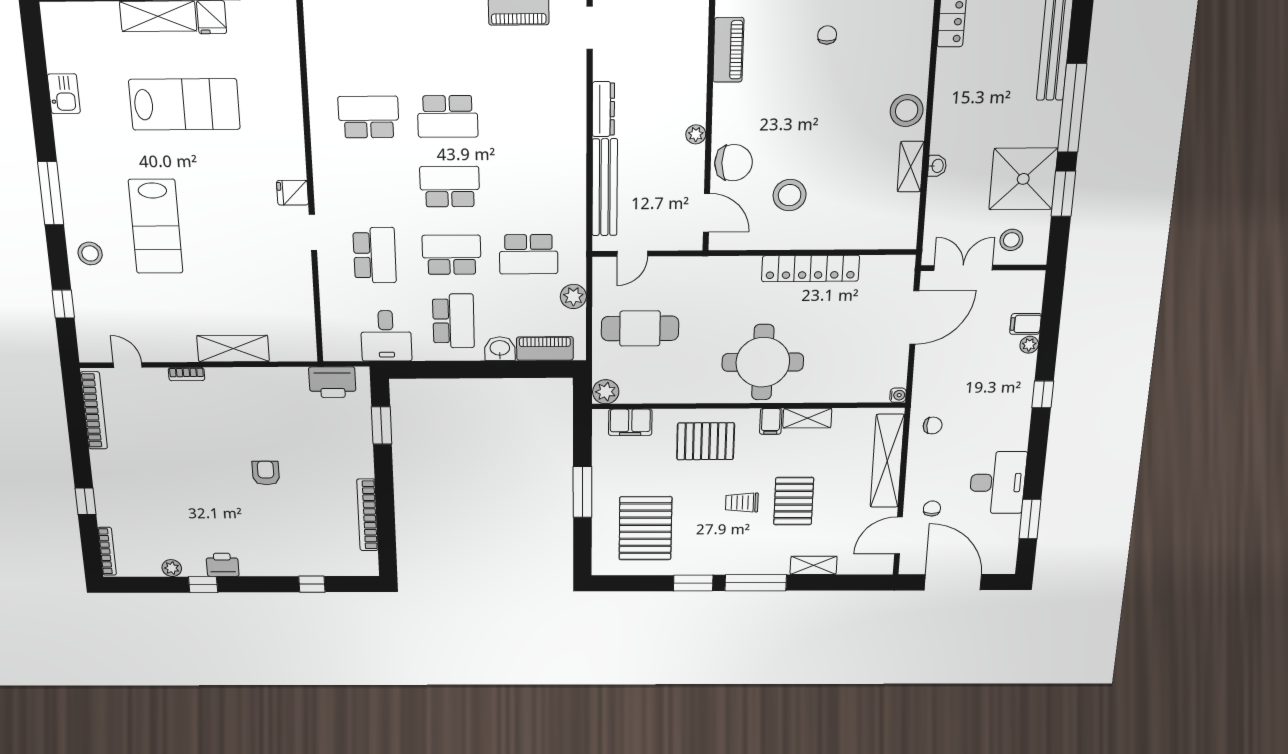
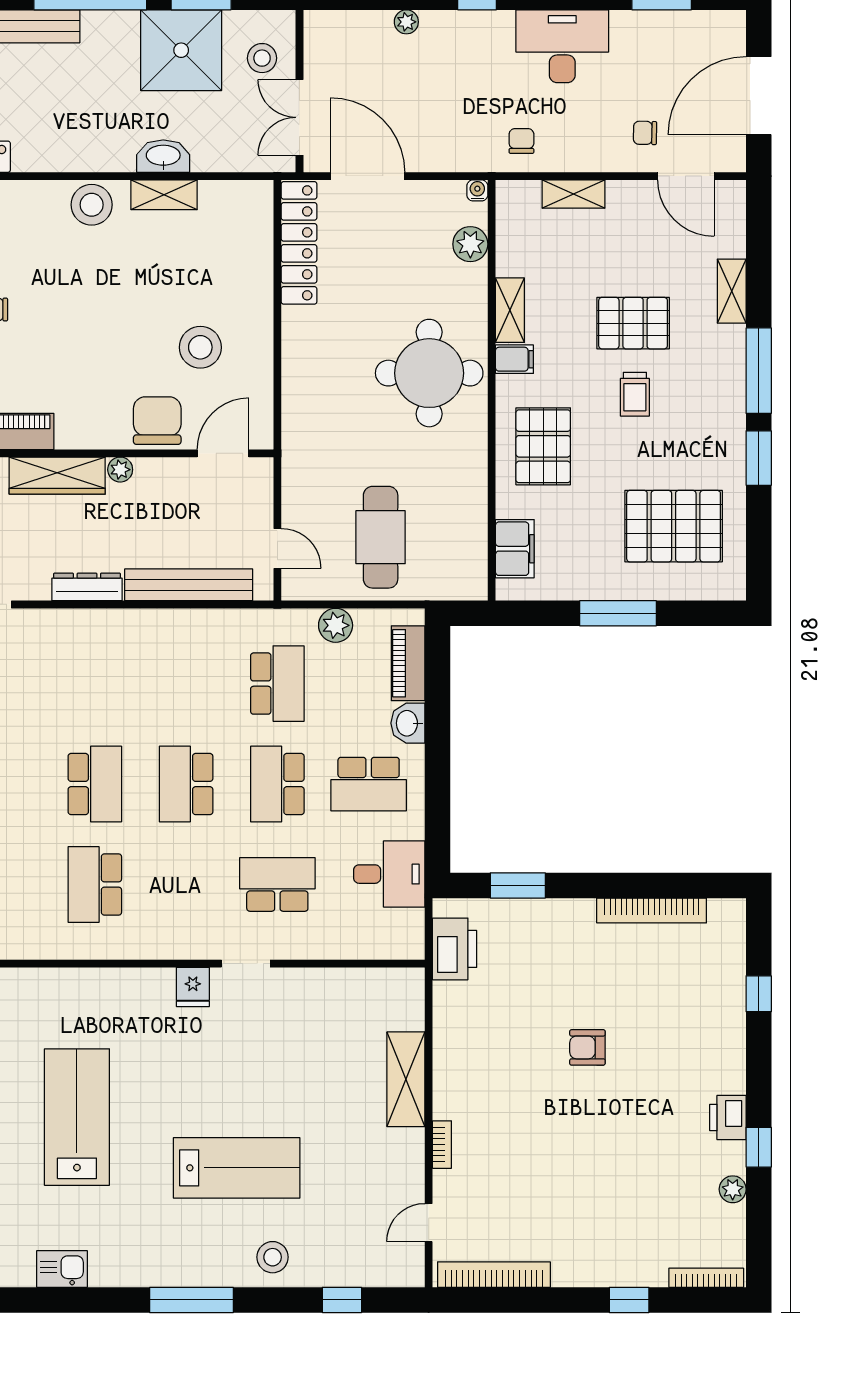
wardrobe: (692, 85) -> (57, 476), added
washbasin: (937, 166) -> (163, 156), width x1.91, depth x1.45
locker: (810, 268) -> (299, 243), moved
school desk: (453, 321) -> (369, 784), turned 180
filing cabinet: (1026, 324) -> (377, 29), removed
plant: (606, 392) -> (470, 244), moved
shelving: (887, 461) -> (573, 194), width x0.45, depth x0.75
desk: (998, 483) -> (562, 46), moved

